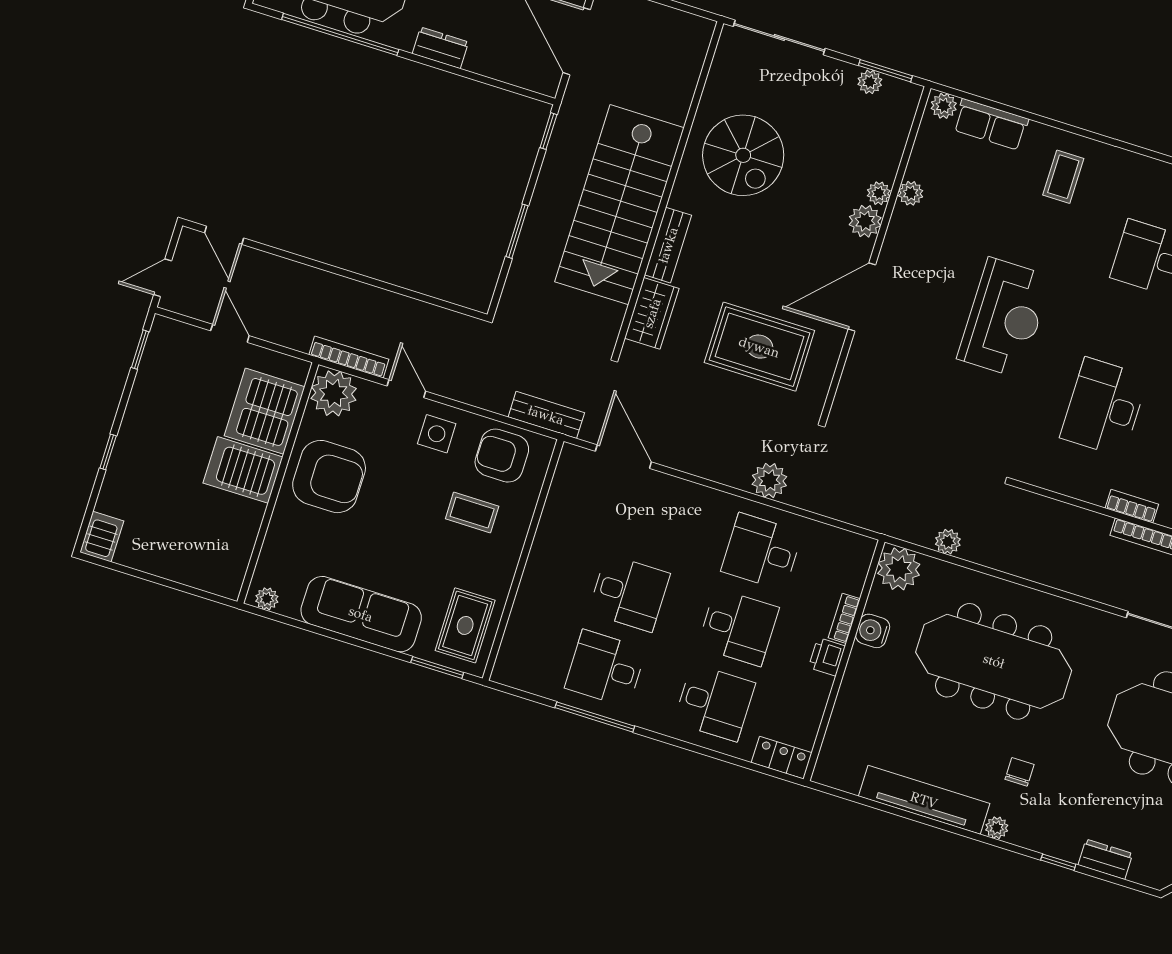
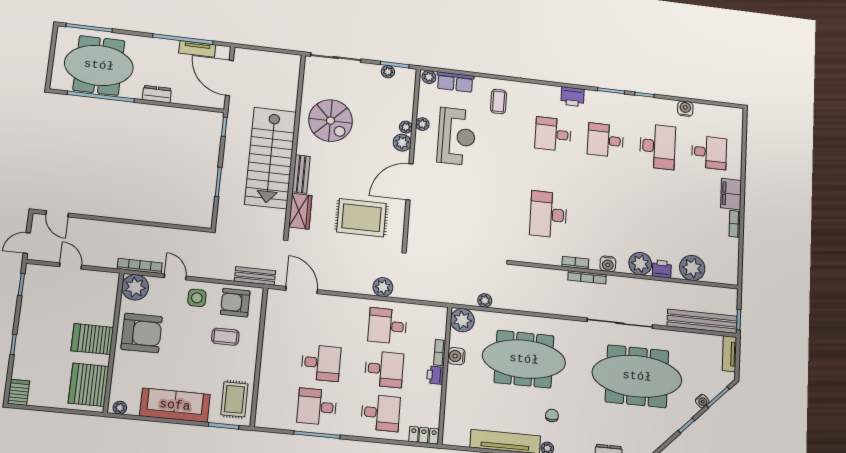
reception desk: (1005, 318) -> (457, 136), moved
server rack: (265, 411) -> (89, 385), moved

